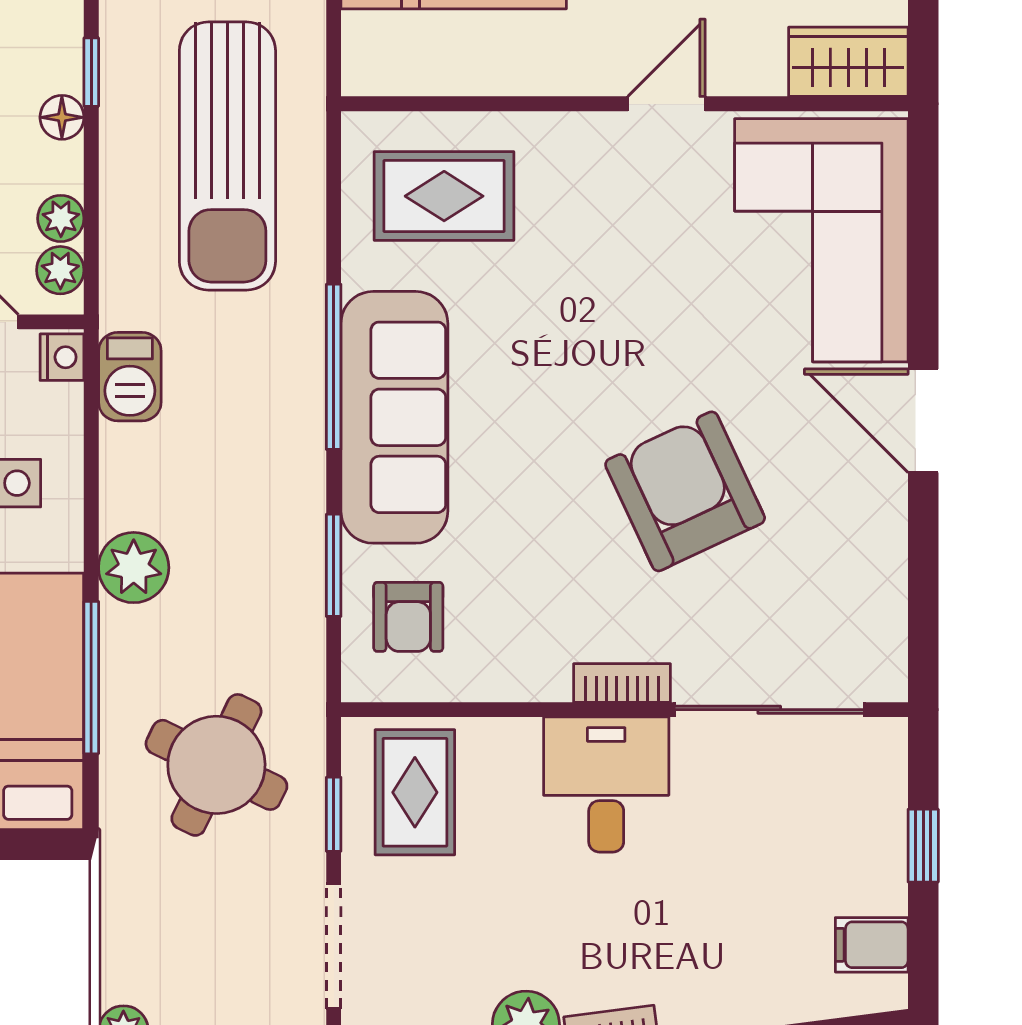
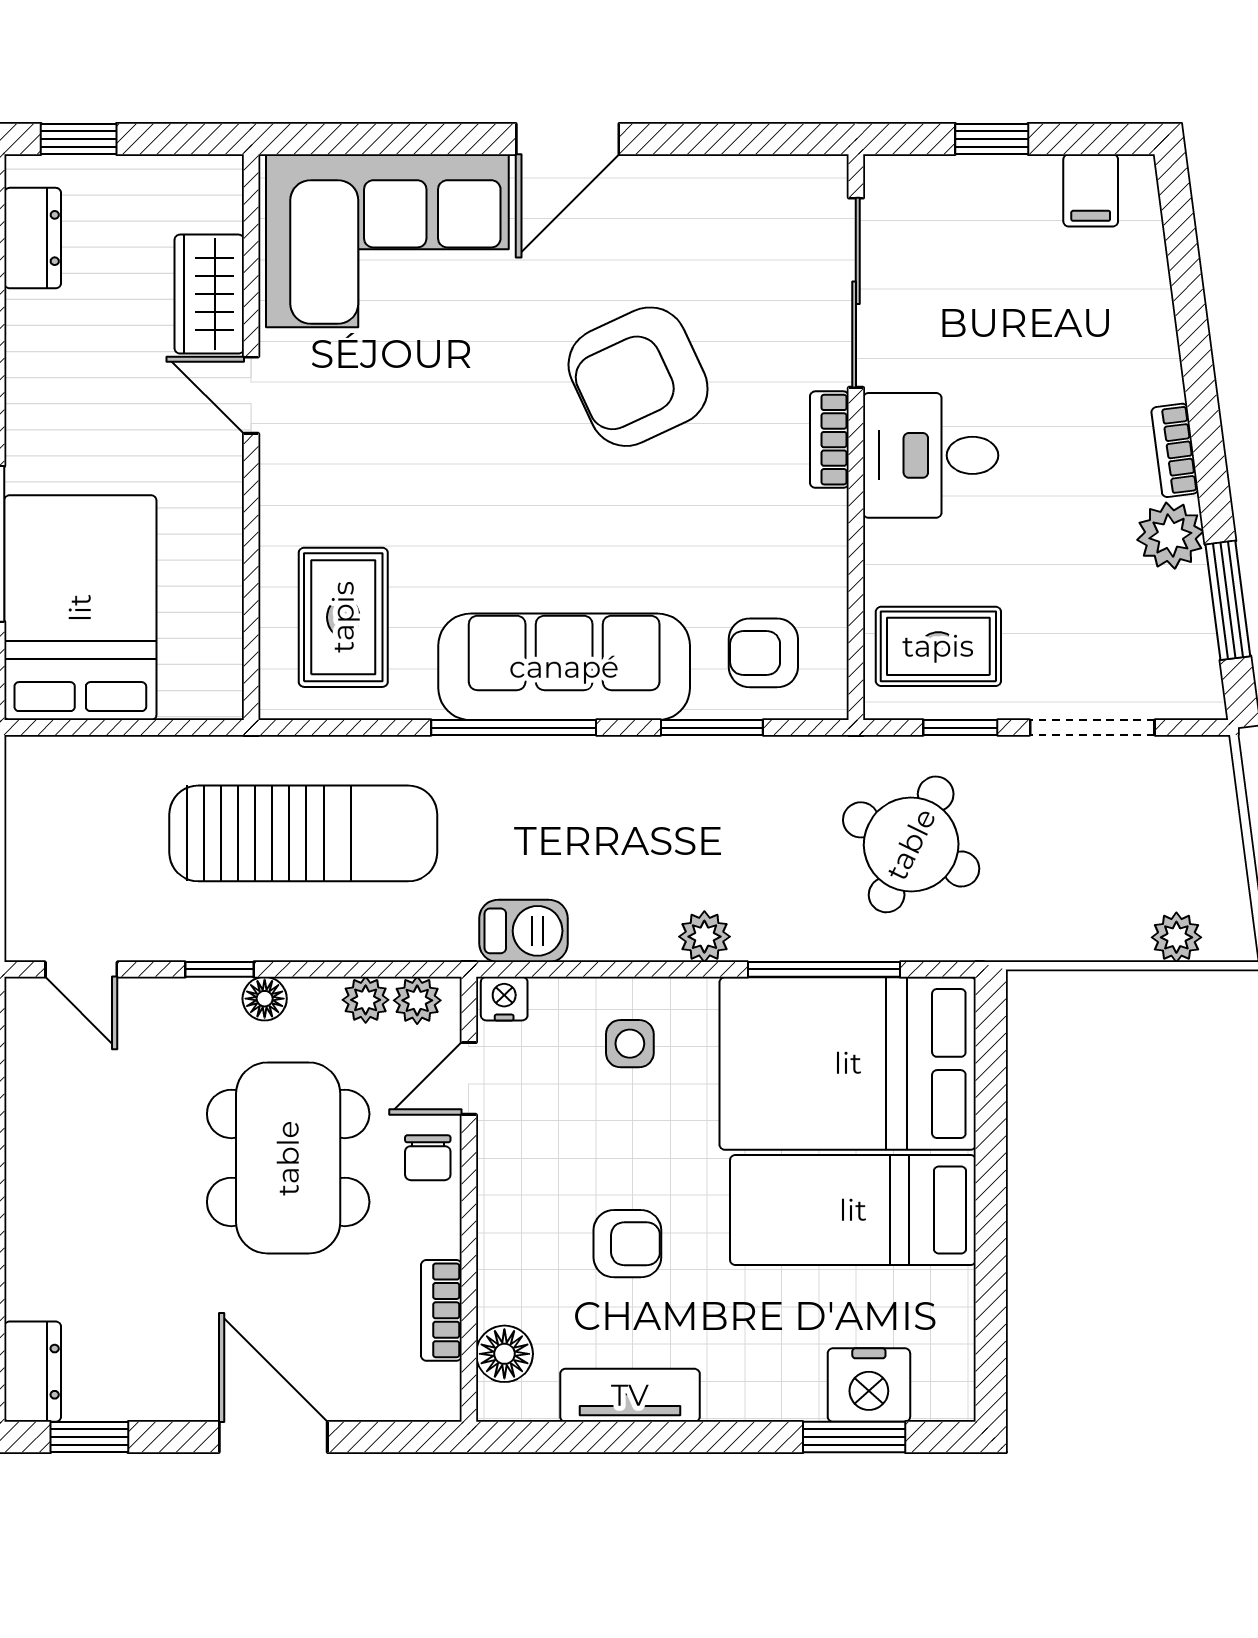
wardrobe: (848, 62) -> (209, 294), moved
plant: (134, 568) -> (704, 937), width x0.73, depth x0.73
armchair: (408, 617) -> (763, 653), turned 180

